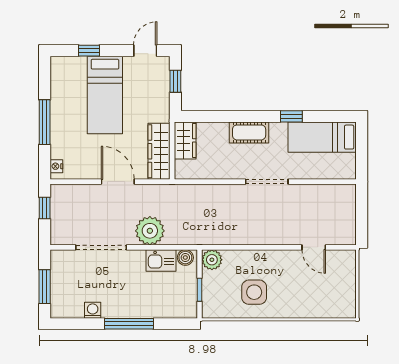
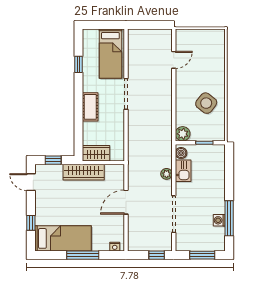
bed: (105, 95) -> (63, 238), moved
window: (291, 116) -> (79, 64), moved
bed: (322, 137) -> (110, 54), moved
wardrobe: (159, 151) -> (84, 172), moved
window: (45, 208) -> (157, 255), moved
plant: (150, 231) -> (167, 174), width x0.53, depth x0.53
side table: (254, 292) -> (206, 103), turned 38
window: (129, 324) -> (229, 218), moved

